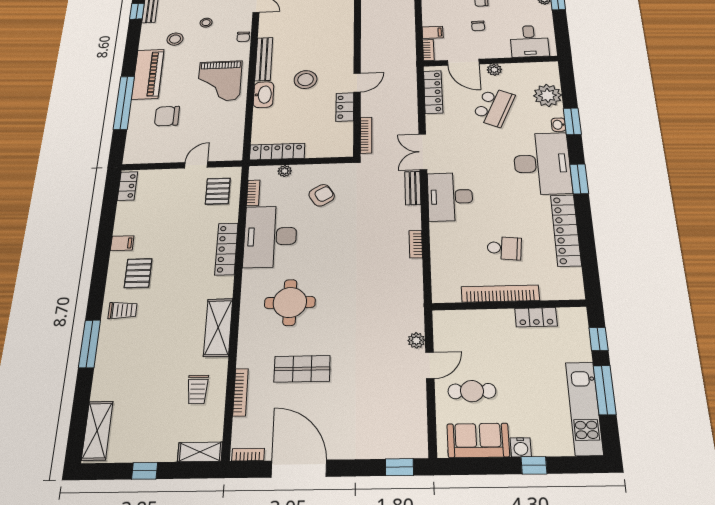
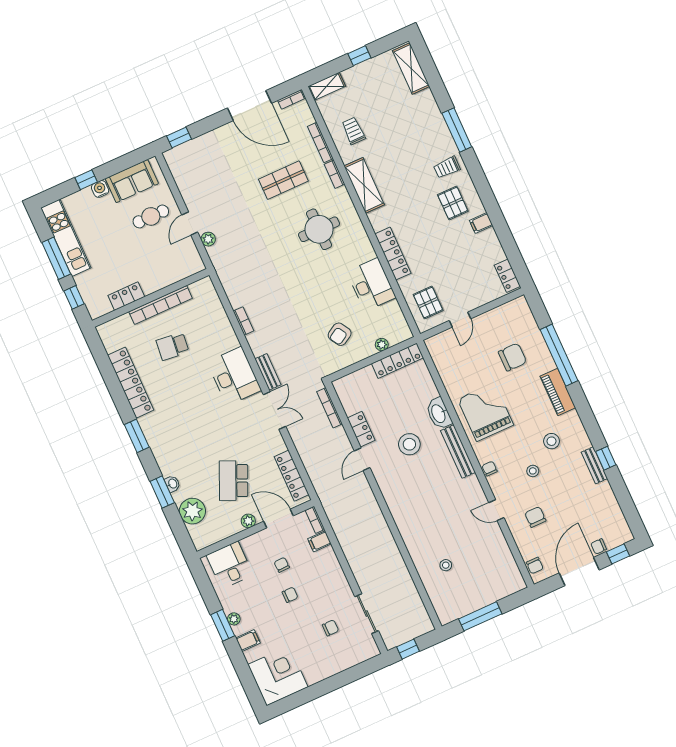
piano: (148, 74) -> (558, 392), width x0.73, depth x0.75
desk: (542, 163) -> (172, 439), removed
bookcase: (253, 193) -> (334, 174), moved
desk: (270, 236) -> (371, 285), width x0.73, depth x0.77

